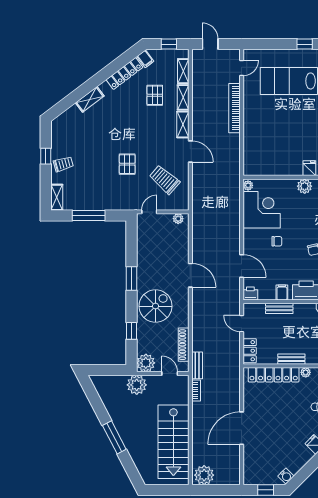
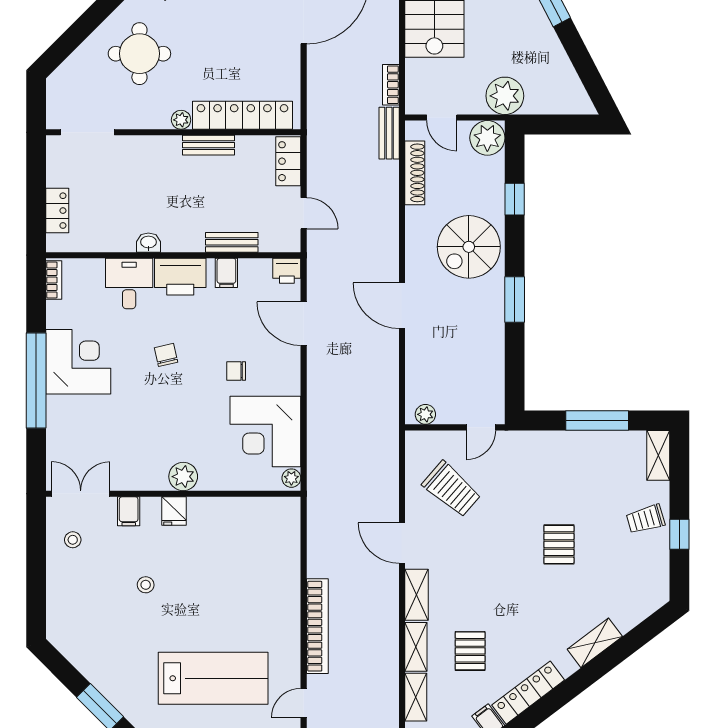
pallet: (127, 164) -> (559, 544), moved

